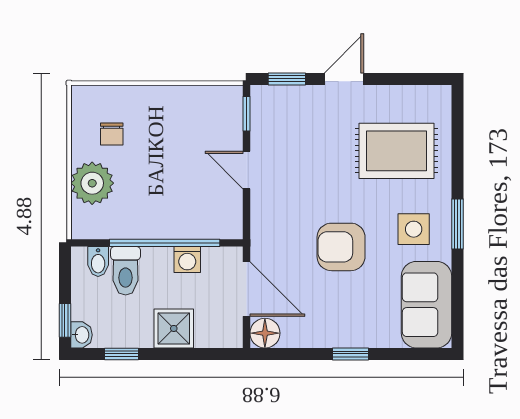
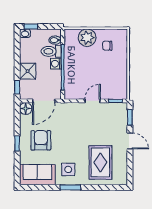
armchair: (341, 247) -> (41, 140), moved
washing machine: (187, 259) -> (56, 64), moved
window: (121, 354) -> (17, 87), moved

